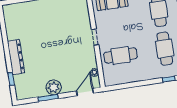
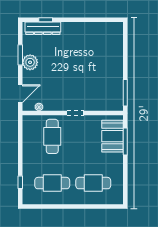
dresser: (16, 57) -> (43, 28), moved
door: (85, 92) -> (20, 94), hinge flipped

